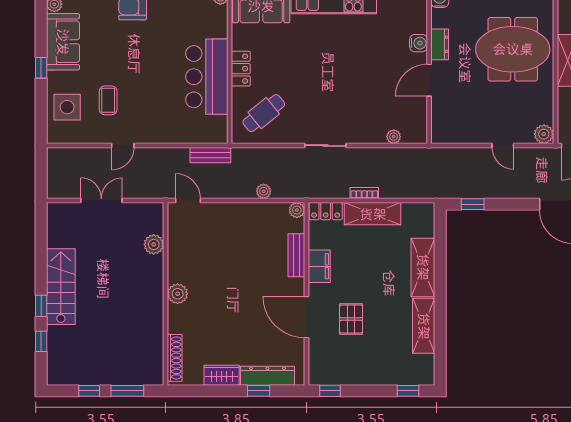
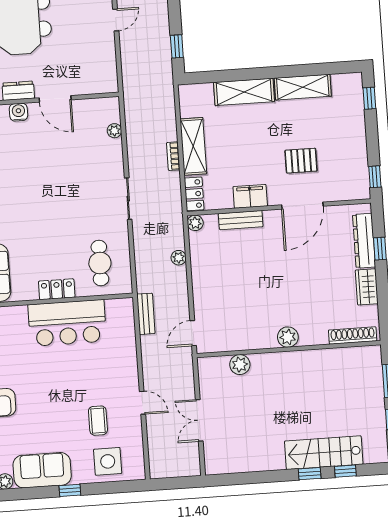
coffee table: (108, 100) -> (98, 421), turned 90
cafe table: (264, 113) -> (100, 263), turned 39
stairs: (61, 287) -> (324, 453), moved

